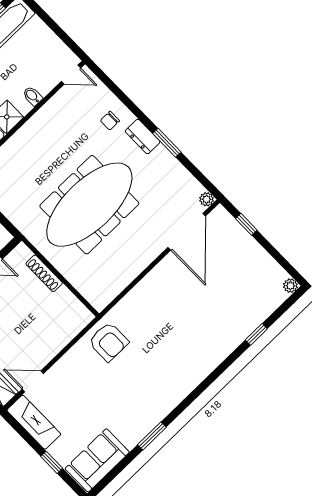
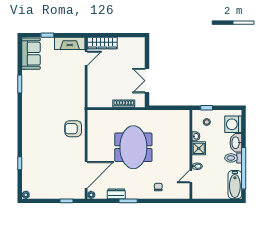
door: (71, 75) -> (191, 176), moved
dresser: (143, 137) -> (116, 194), moved
meeting table: (89, 205) -> (133, 147), width x0.73
door: (187, 232) -> (86, 175), swing flipped
armchair: (108, 342) -> (73, 129), moved

